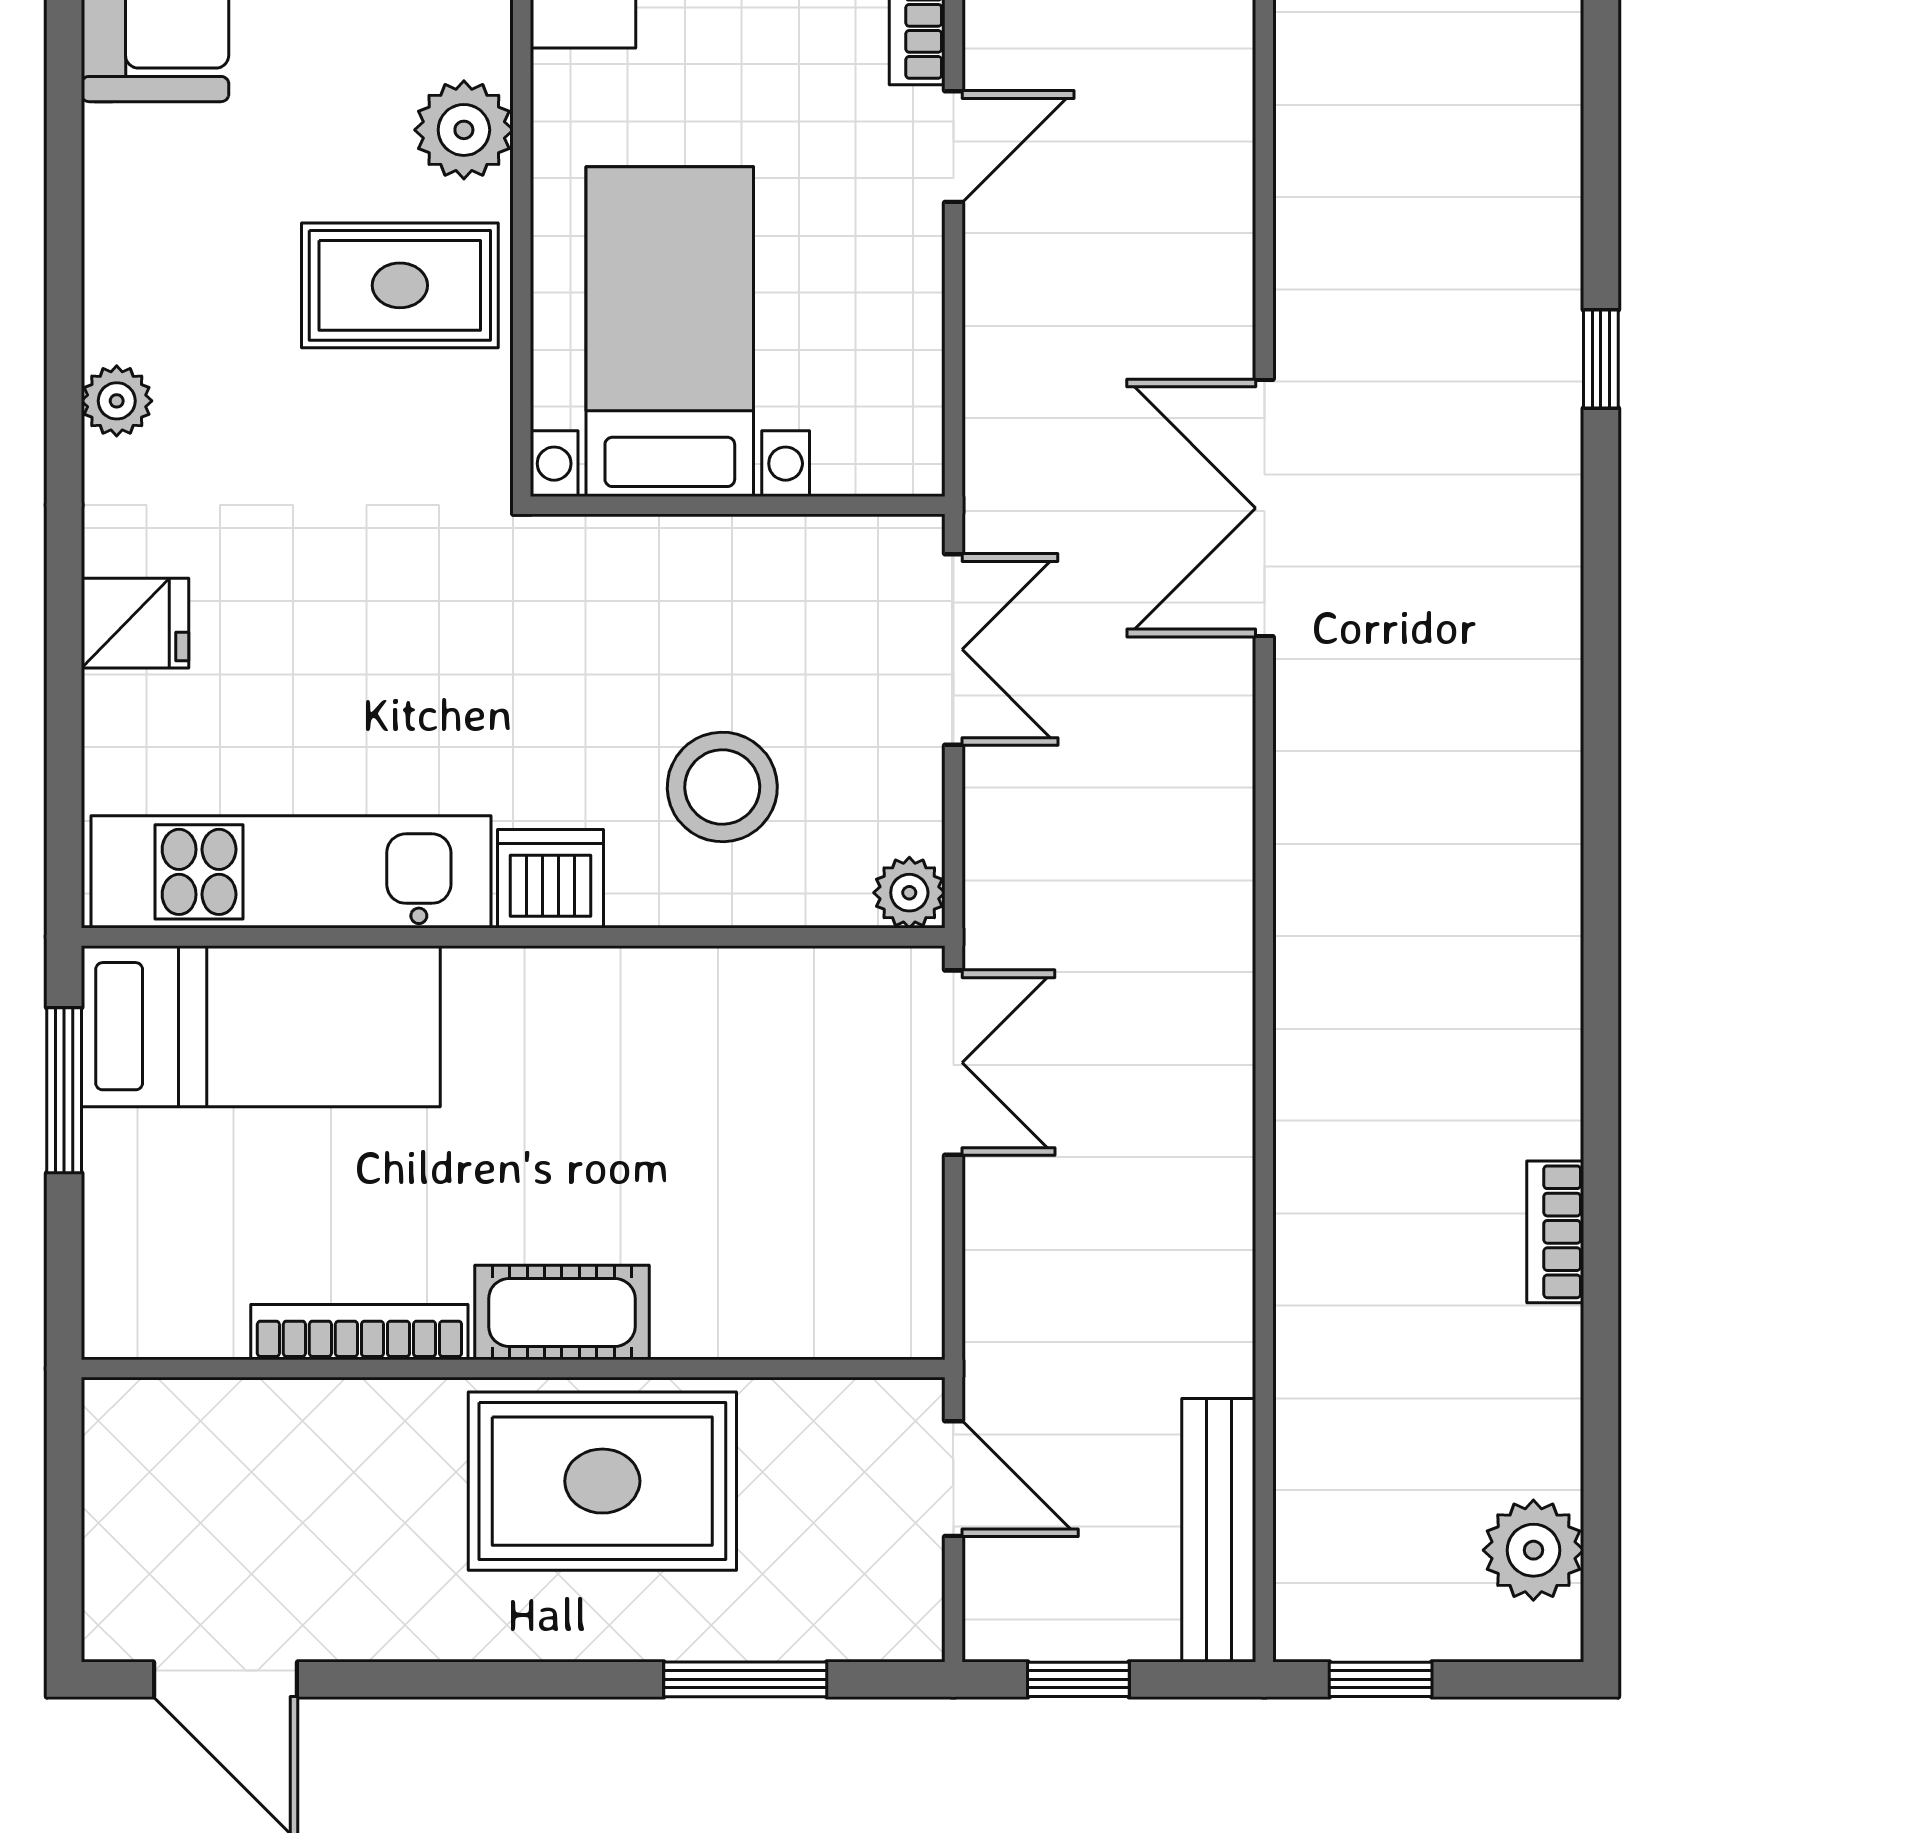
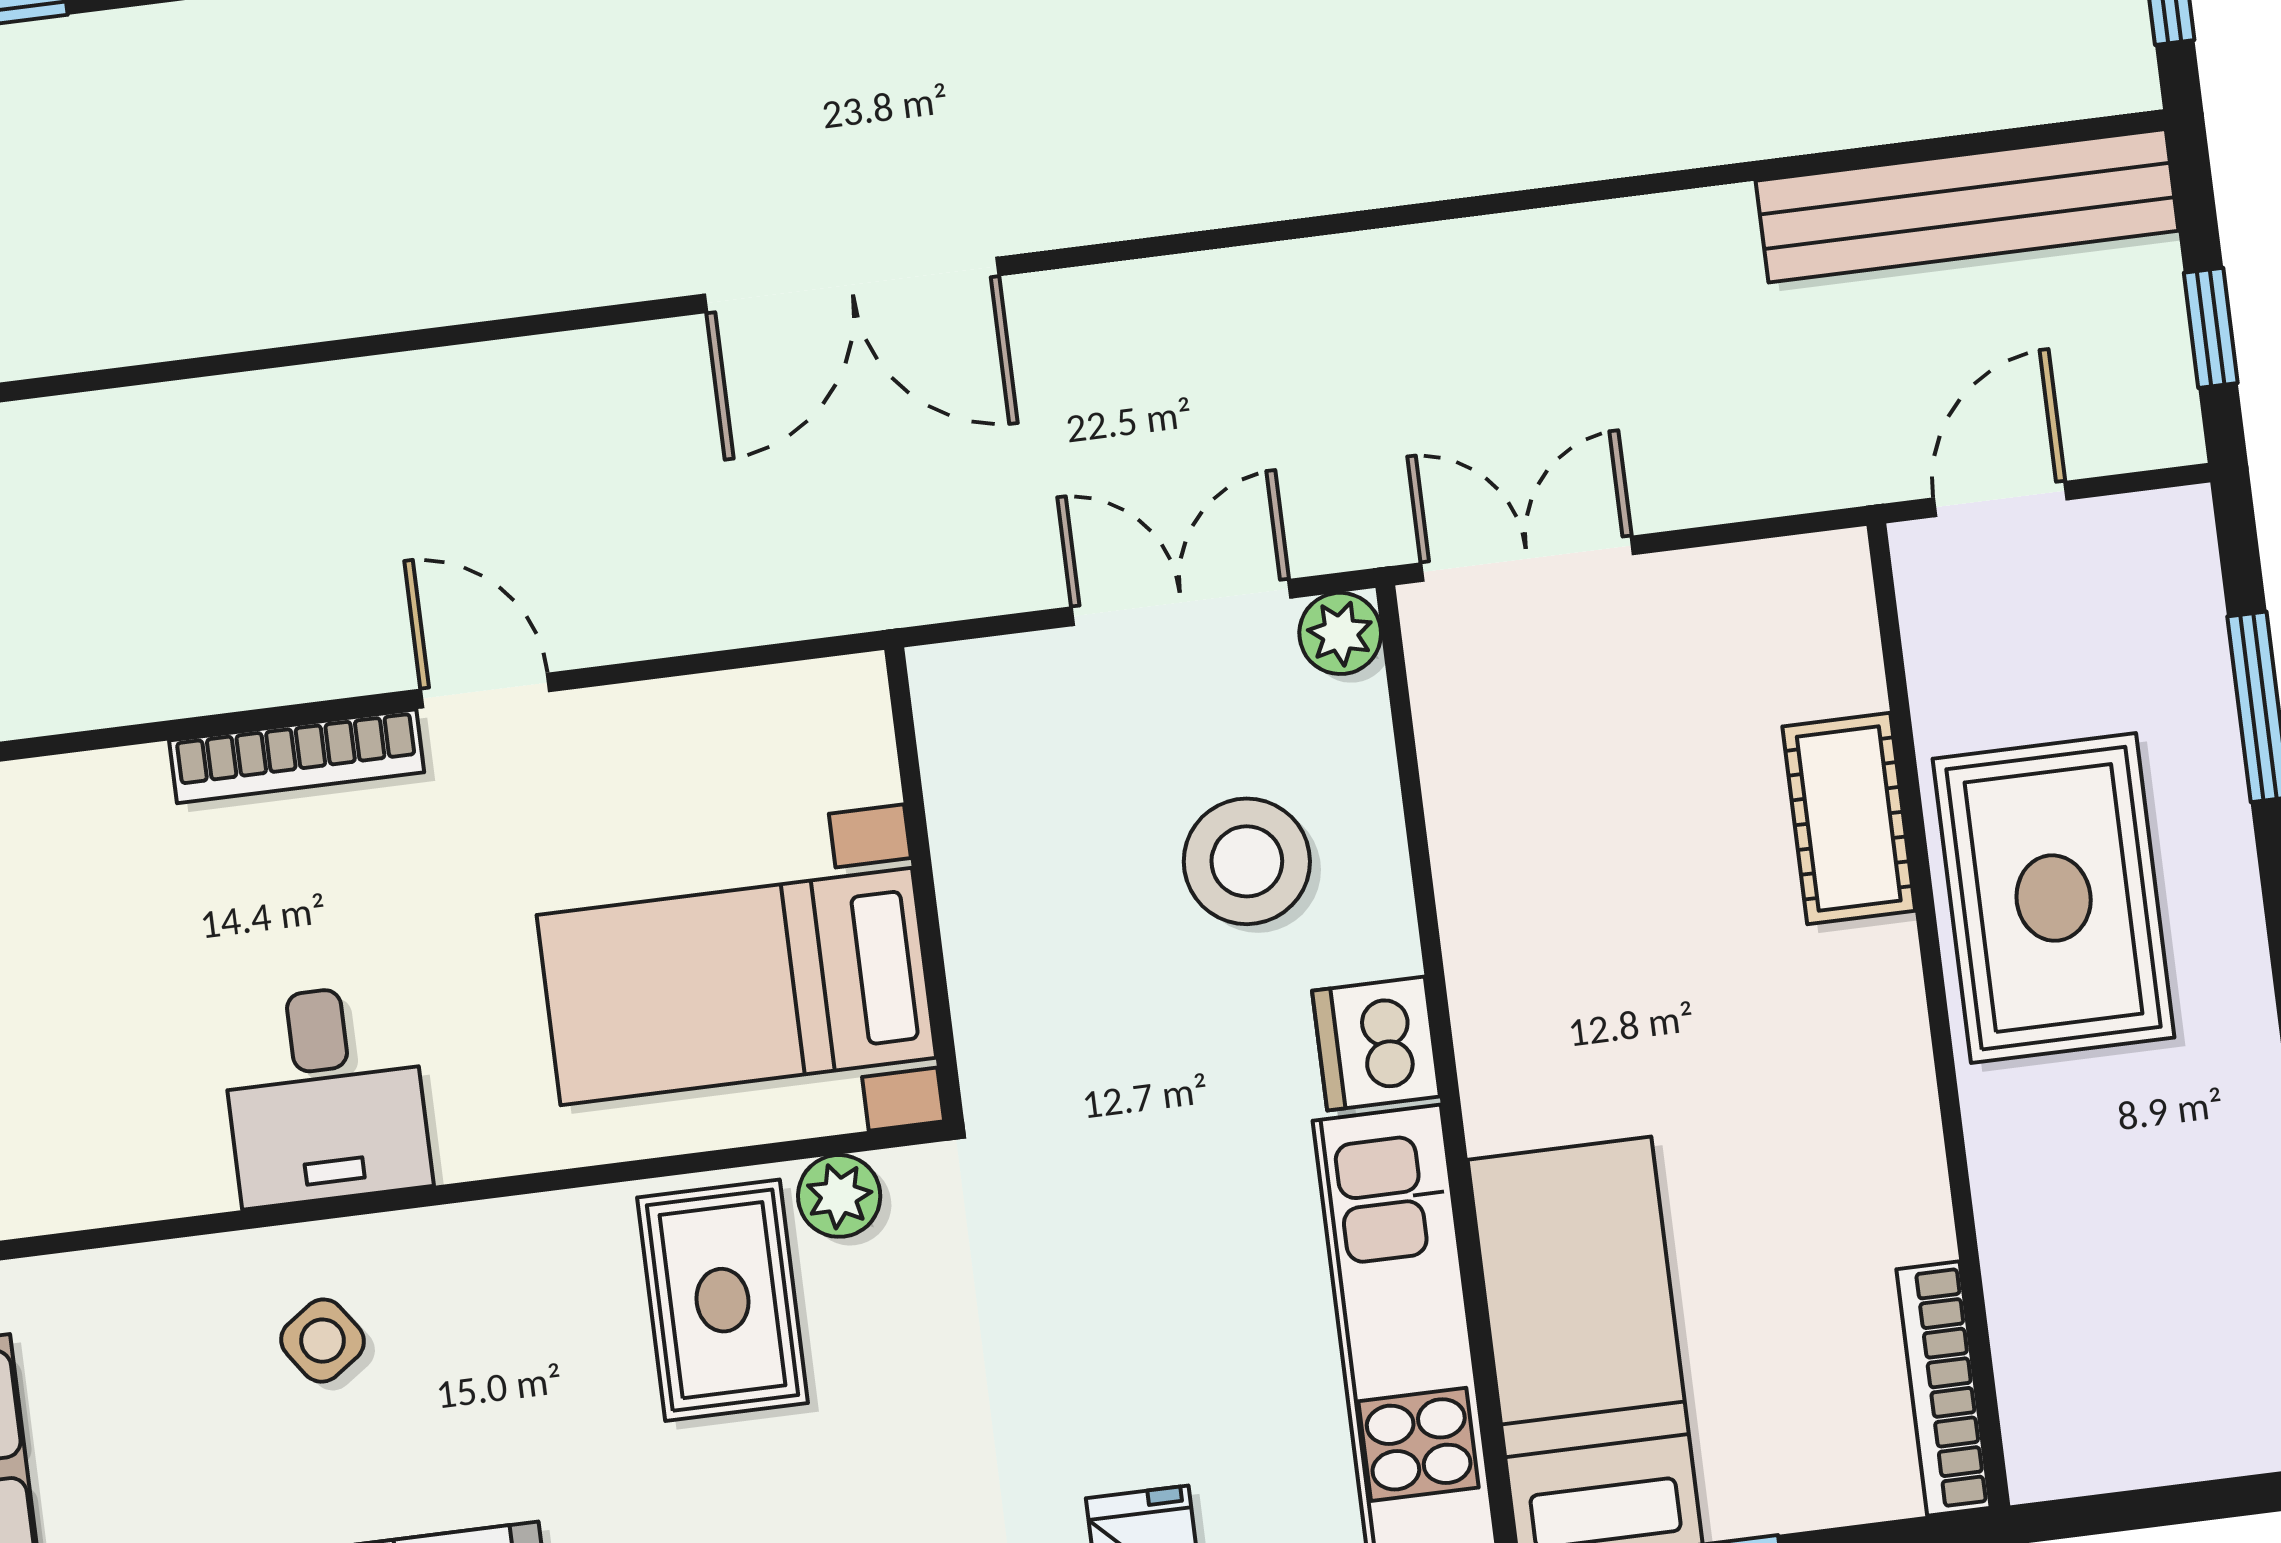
plant: (464, 130) -> (839, 1196), moved, width x0.73, depth x0.73
double door: (953, 649) -> (1181, 602), moved
cot: (562, 1313) -> (1849, 819), moved
bookcase: (359, 1332) -> (1943, 1389), moved
bench: (1219, 1530) -> (1967, 206), width x1.37, depth x1.21

